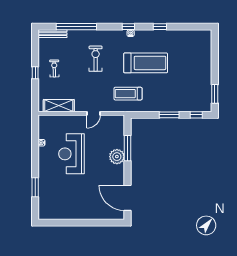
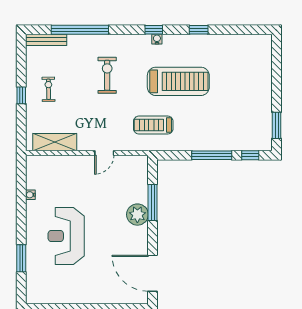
window: (169, 115) -> (212, 155), width x1.44
reception desk: (71, 154) -> (66, 236), moved

